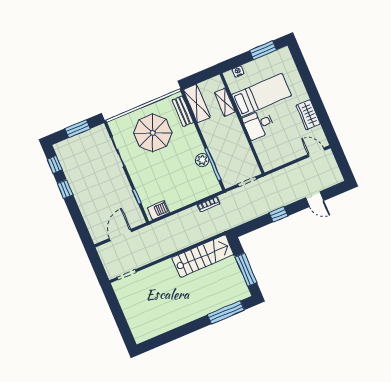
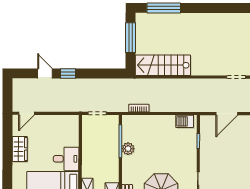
door: (316, 152) -> (26, 113), hinge flipped
window: (279, 214) -> (68, 73), moved

